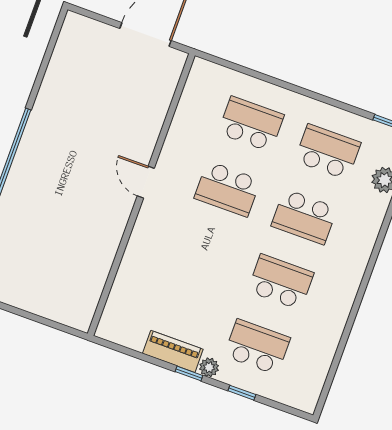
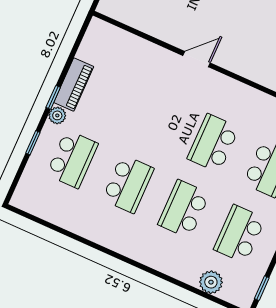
school desk: (328, 152) -> (239, 234), turned 180
door: (146, 182) -> (197, 59), moved

